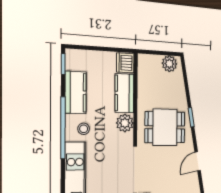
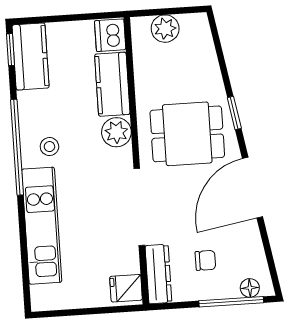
plant: (169, 64) -> (165, 29), moved
kitchen counter: (76, 92) -> (31, 56), moved
door: (198, 161) -> (252, 188), width x1.88

